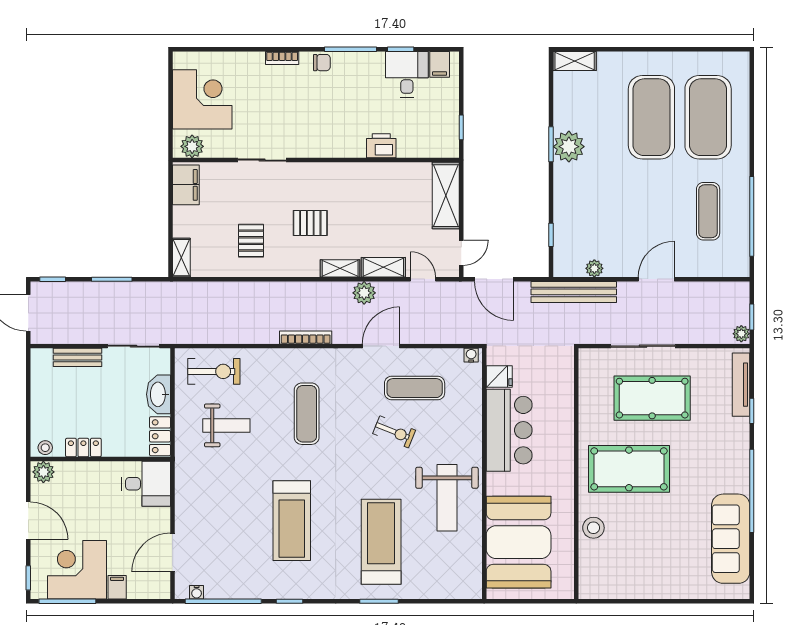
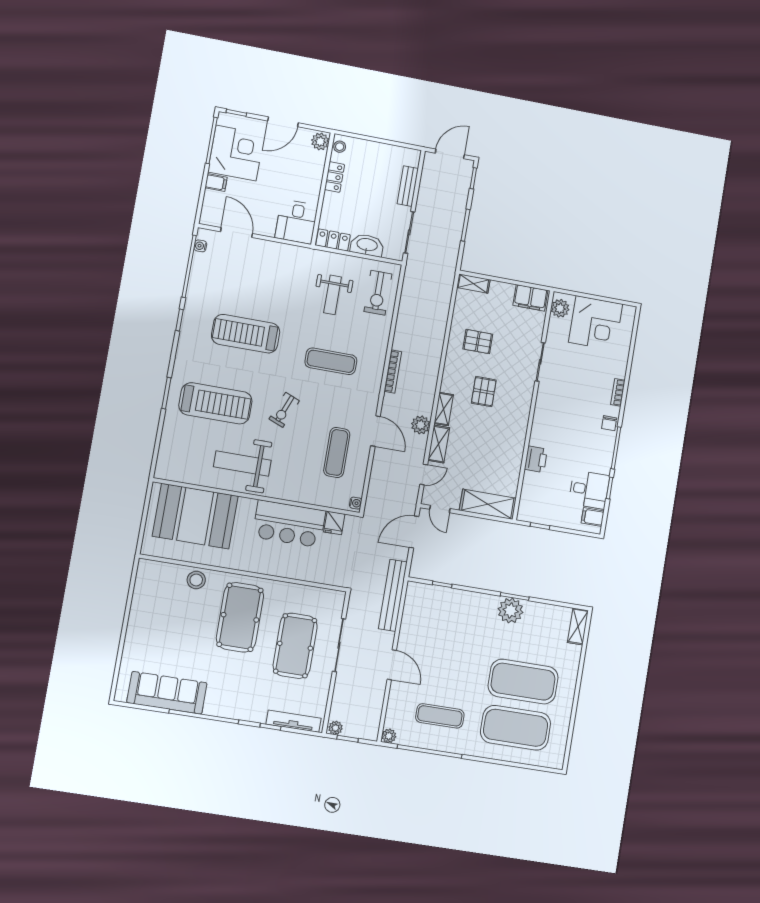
plant: (594, 268) -> (389, 736), moved
exercise bike: (394, 432) -> (284, 410), moved

